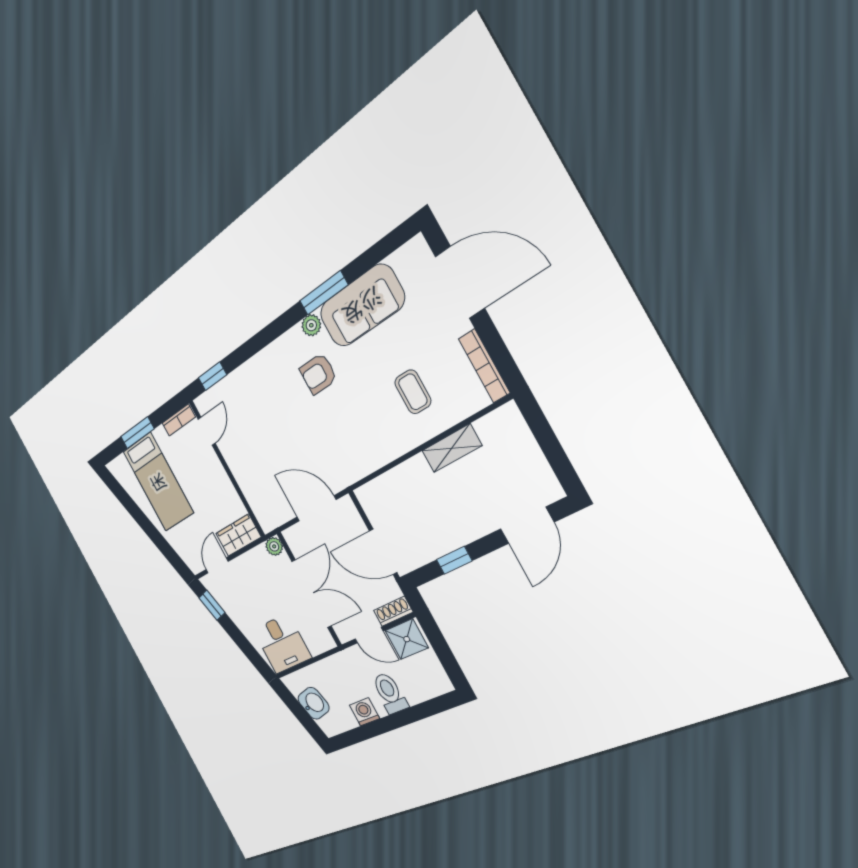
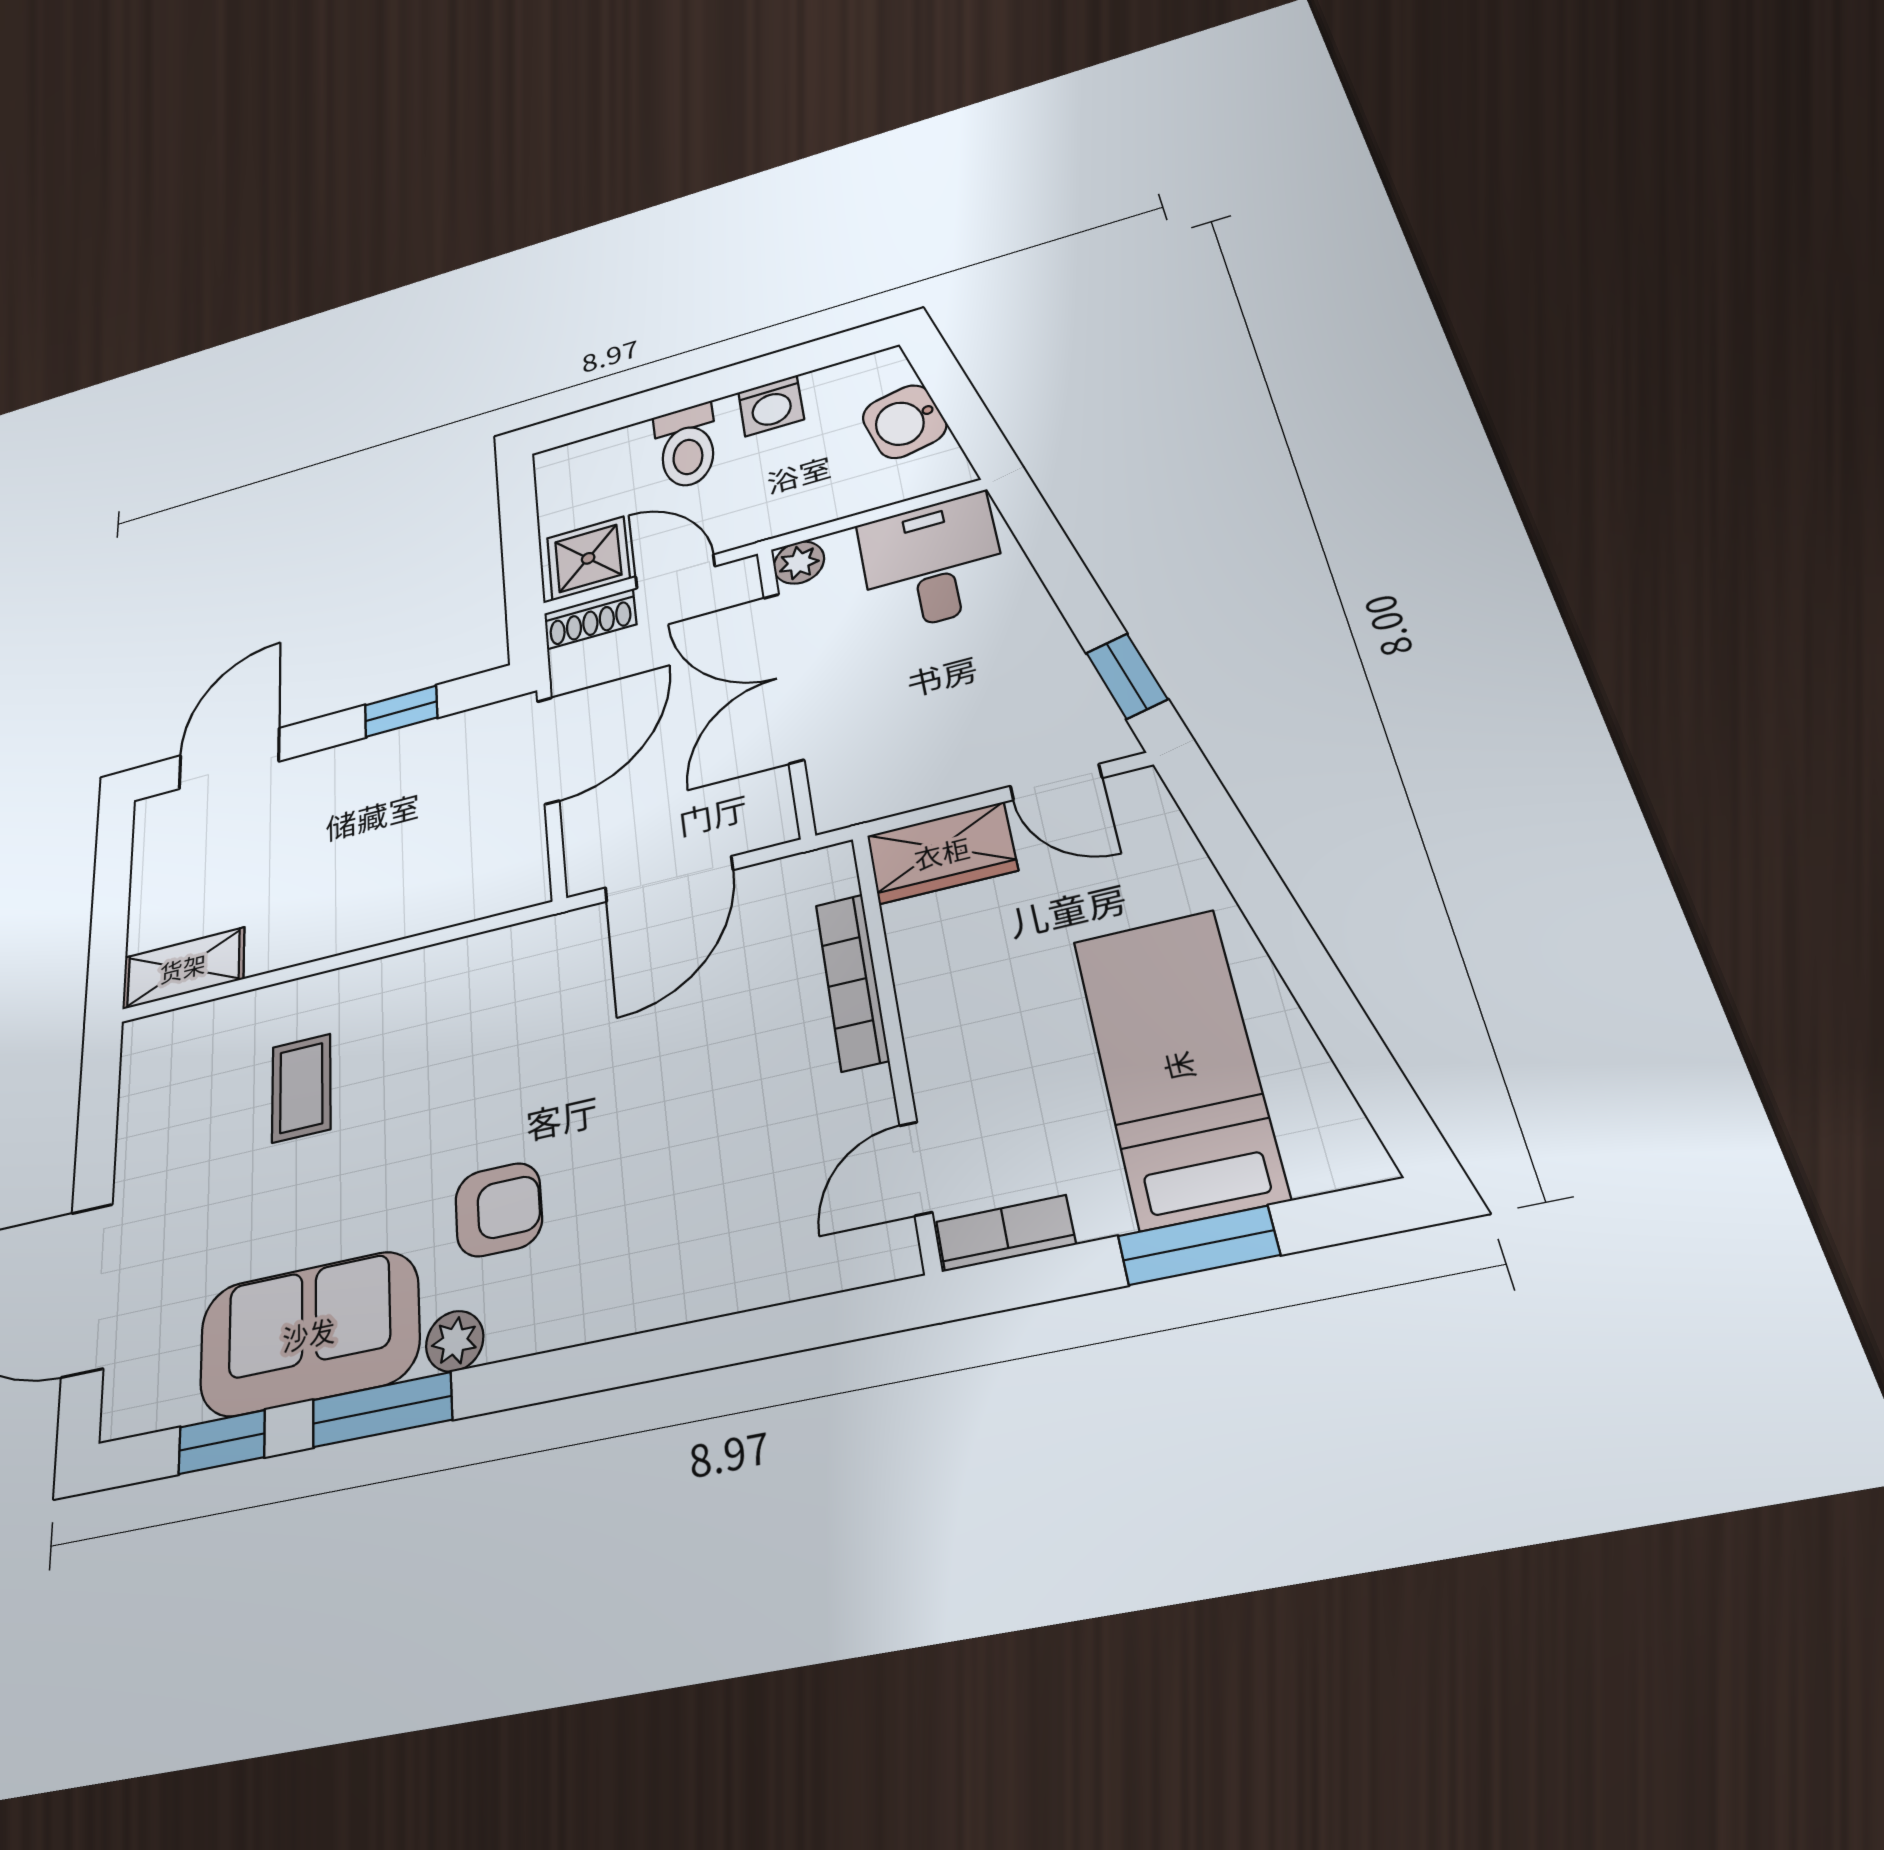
bookcase: (484, 366) -> (852, 981), moved, turned 180
window: (213, 376) -> (222, 1442), moved
shelving: (452, 448) -> (183, 968), moved
door: (316, 508) -> (669, 879), hinge flipped
plant: (274, 546) -> (799, 563), moved
door: (383, 552) -> (548, 750), hinge flipped
door: (217, 565) -> (1056, 782), hinge flipped

